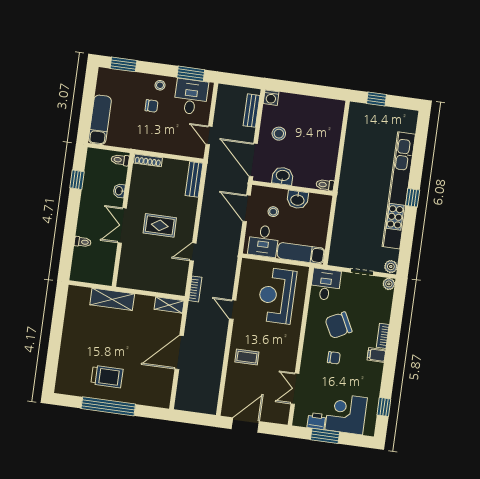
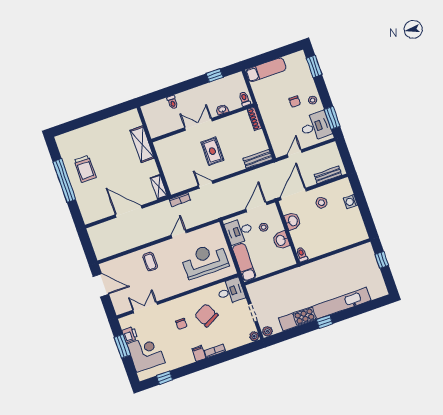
washing machine: (271, 98) -> (350, 202), moved

